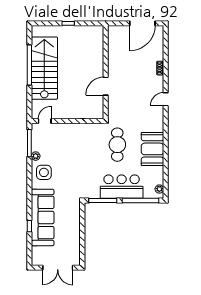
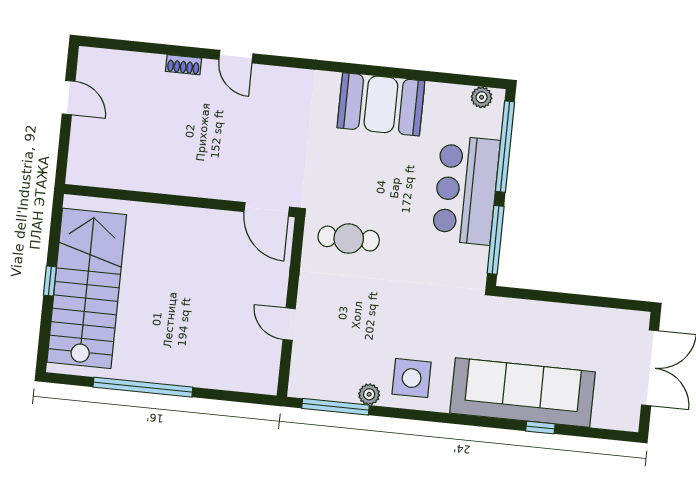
door: (142, 23) -> (69, 98), width x0.53
stairs: (44, 68) -> (87, 288), moved, turned 90
door: (106, 86) -> (267, 209), moved
door: (166, 99) -> (236, 57), moved
door: (45, 121) -> (289, 324), moved
cafe table: (117, 145) -> (349, 239), moved, width x0.73, depth x0.74

